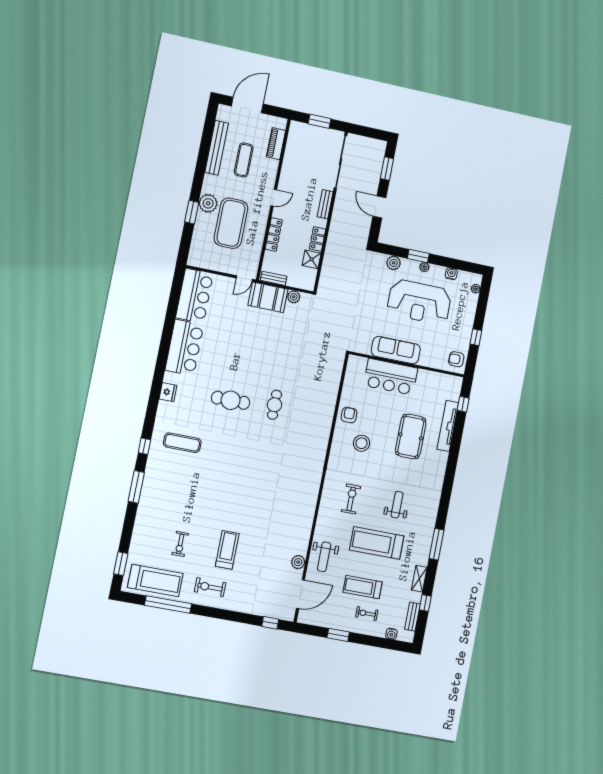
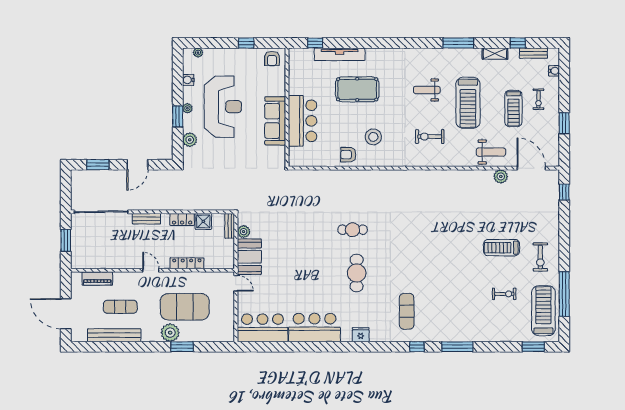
bench: (274, 278) -> (230, 226), moved

